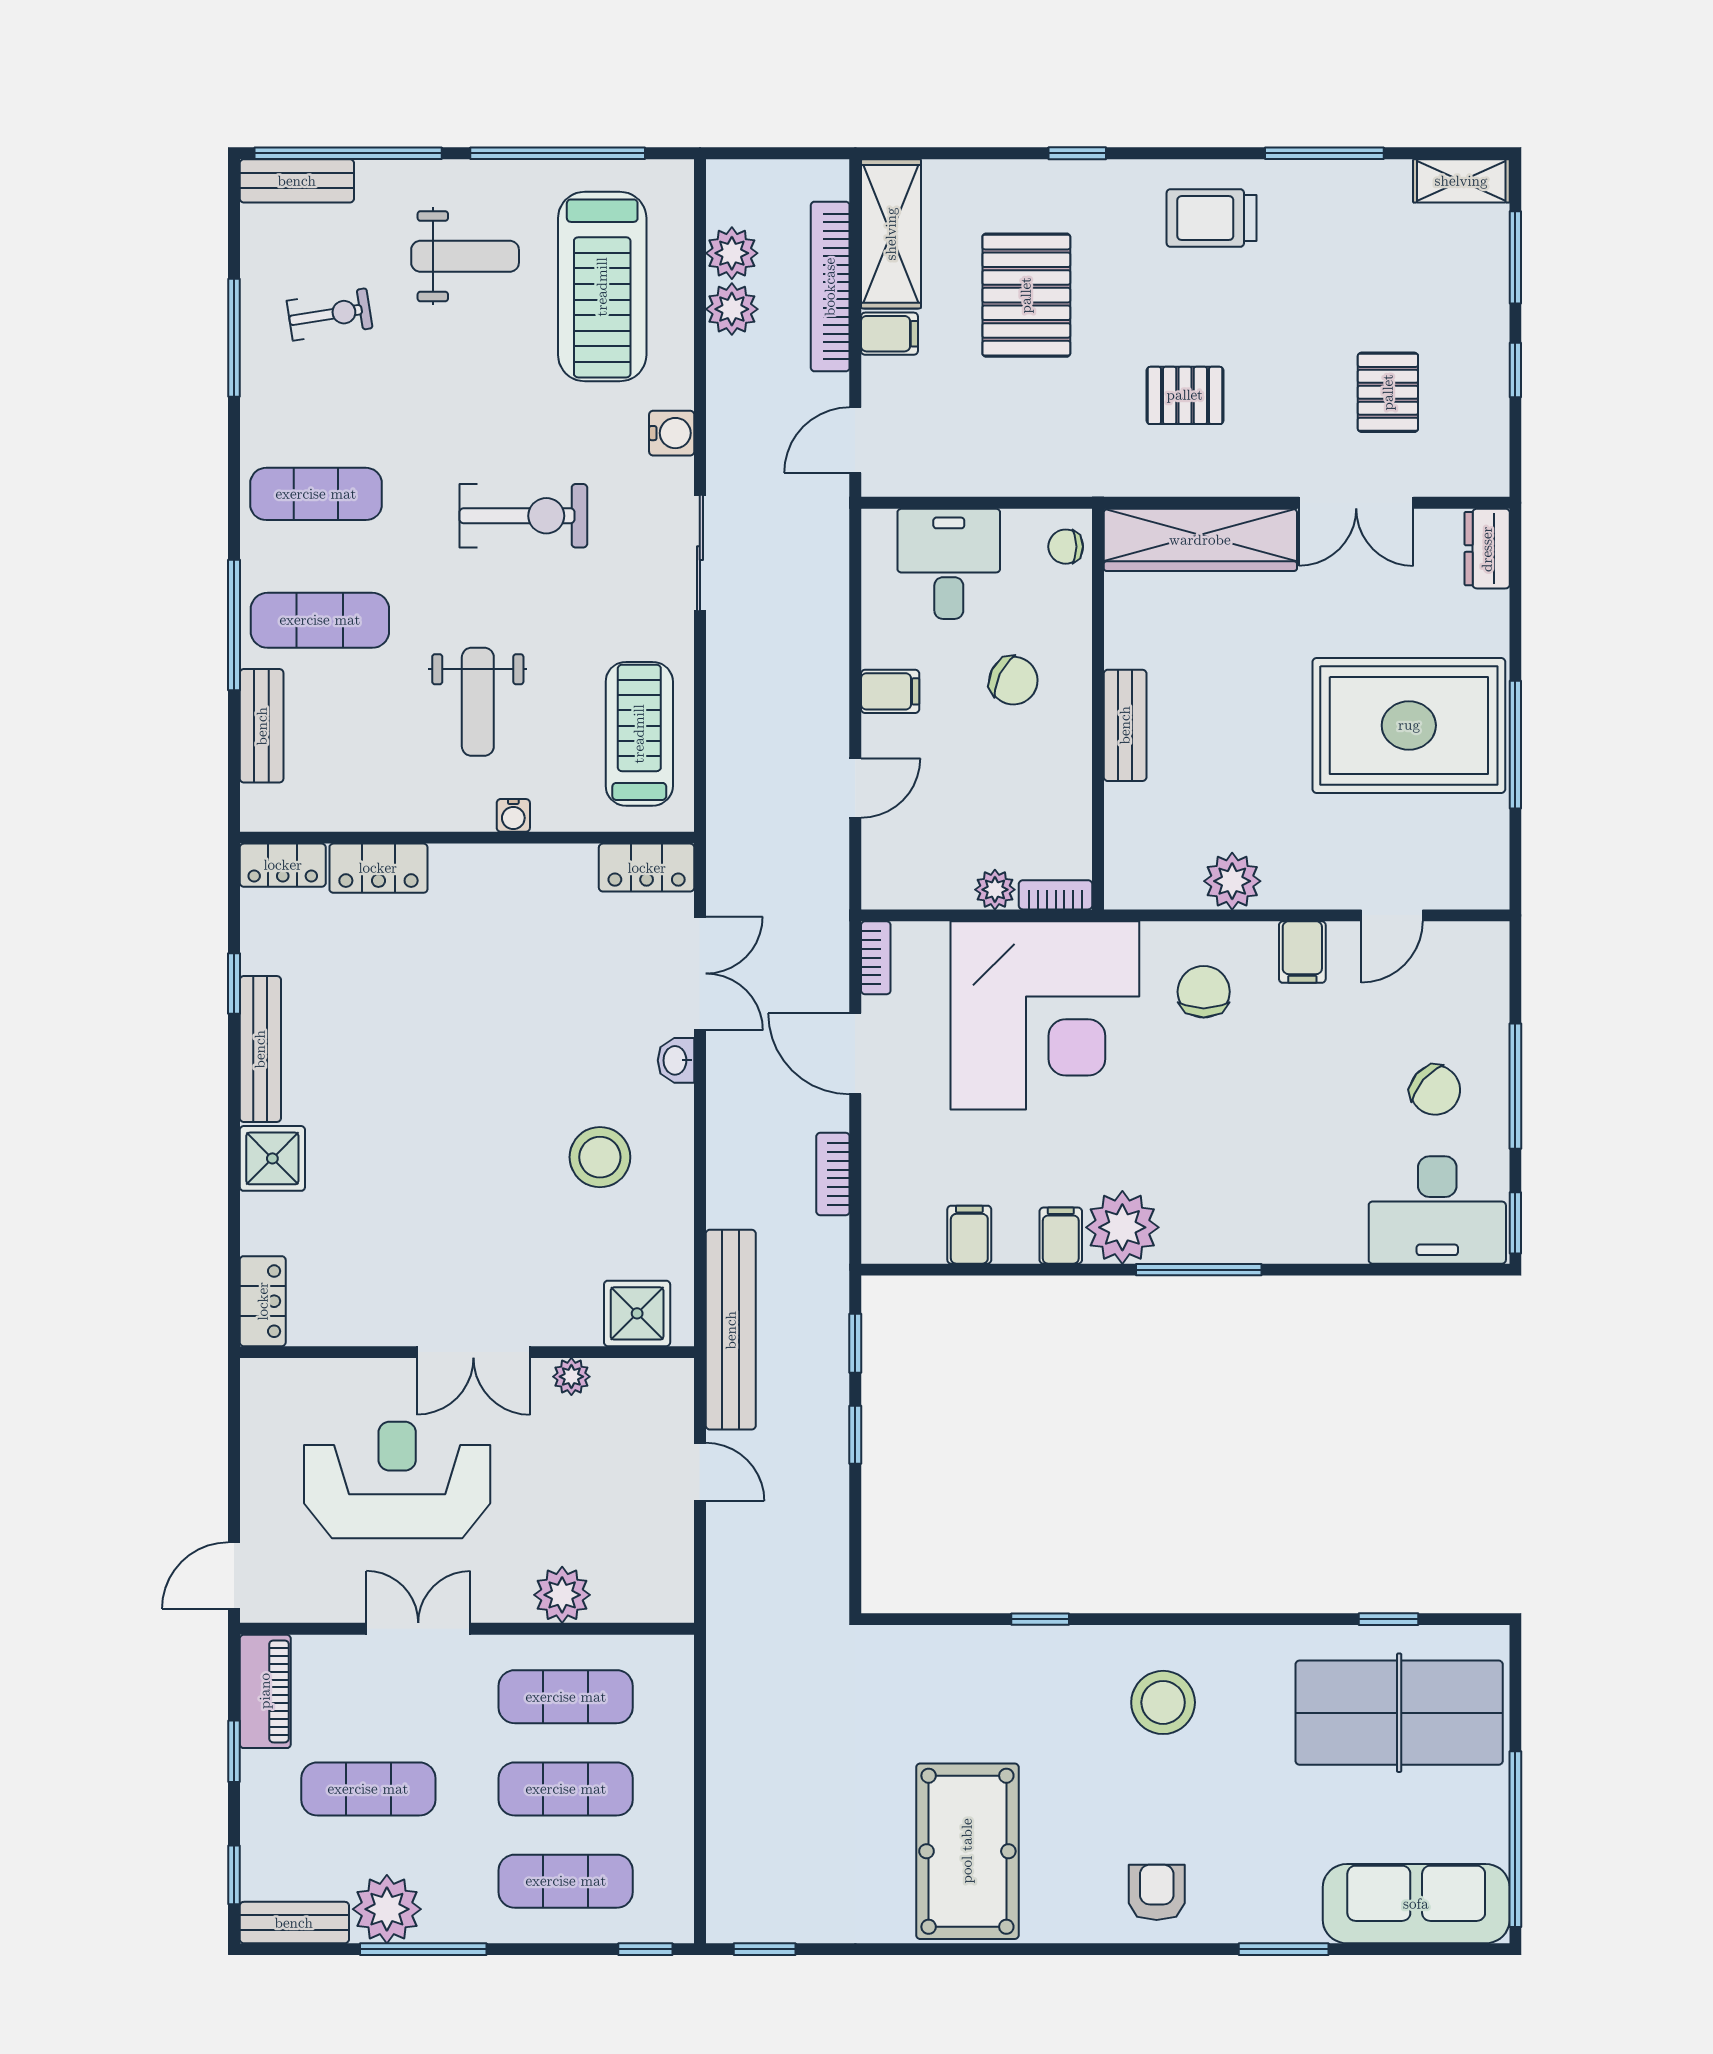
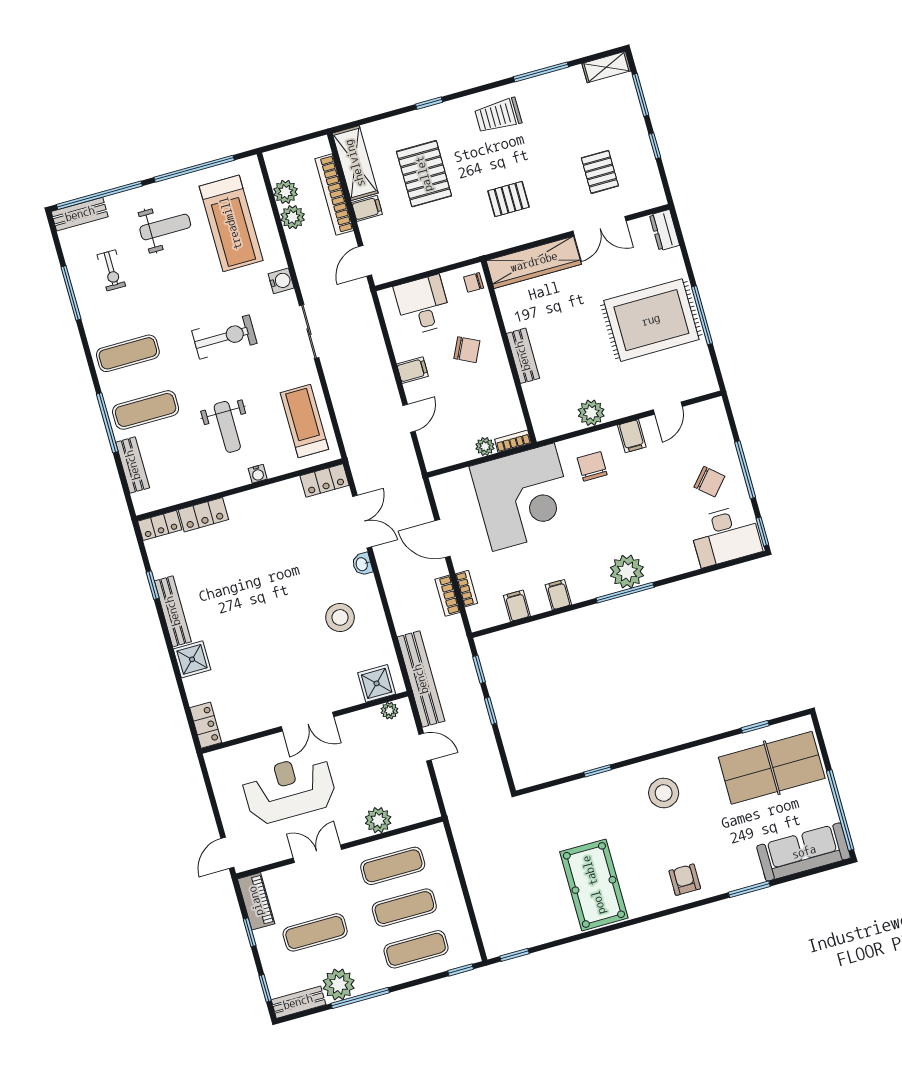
exercise bike: (330, 314) -> (111, 270), turned 99
bookcase: (876, 958) -> (466, 589), moved
plant: (1122, 1227) -> (627, 572), moved
plant: (571, 1377) -> (389, 711), moved

